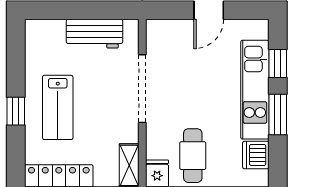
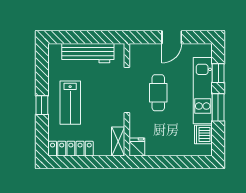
workbench: (95, 34) -> (88, 53), width x1.38
cafe table: (193, 156) -> (158, 93), moved

